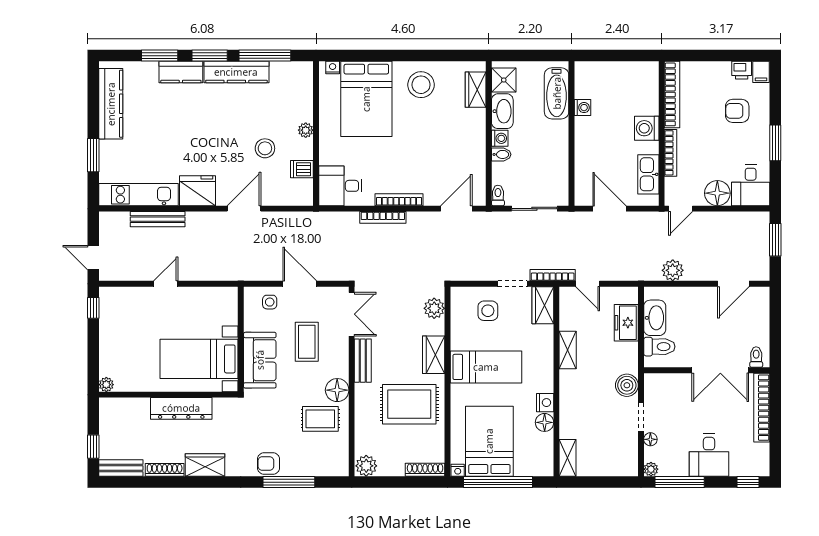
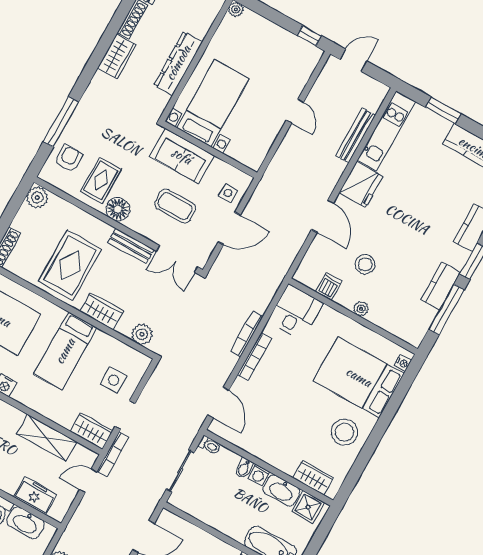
kitchen counter: (236, 72) -> (441, 286), width x0.67
shelving: (568, 350) -> (47, 438), width x1.50, depth x1.33
armchair: (268, 463) -> (69, 158), moved

